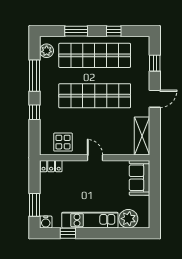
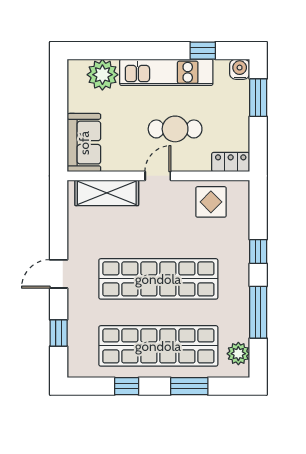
shelving: (142, 136) -> (107, 193), moved, turned 90
door: (95, 158) -> (158, 176), swing flipped
cafe table: (85, 186) -> (175, 129), added

